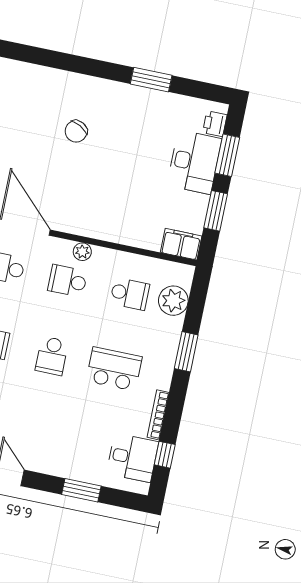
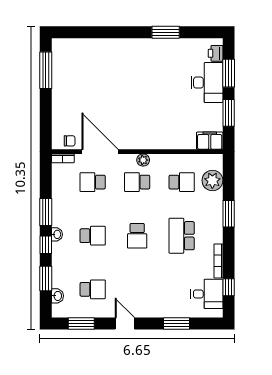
chair: (76, 131) -> (122, 78), removed
school desk: (114, 369) -> (182, 236), turned -90

